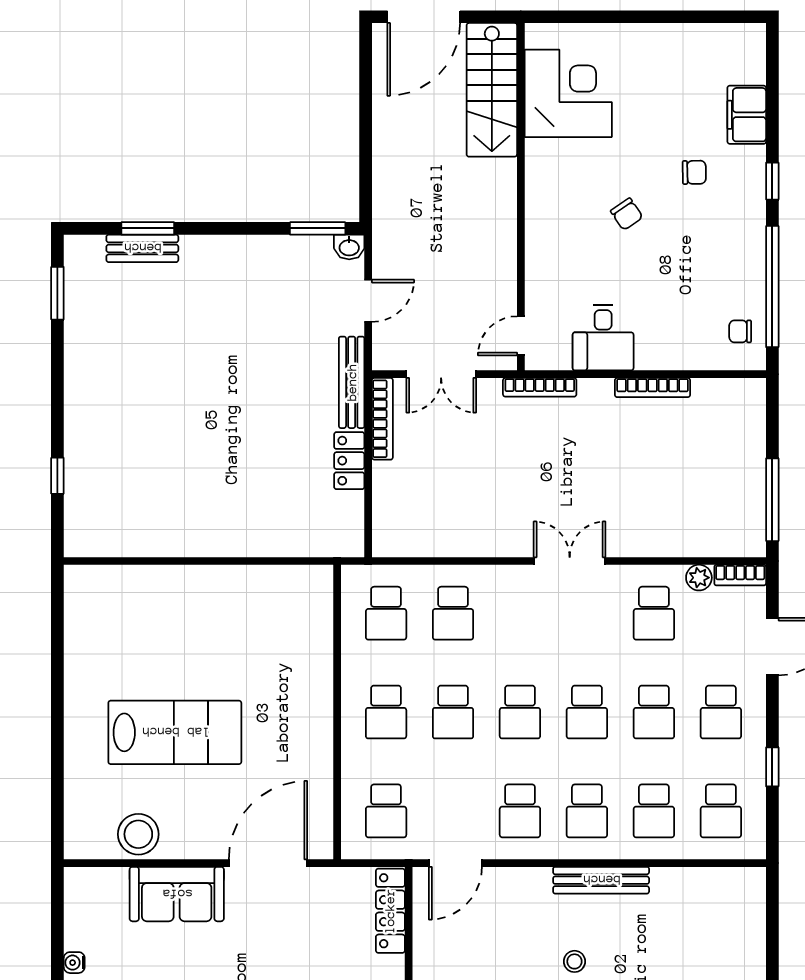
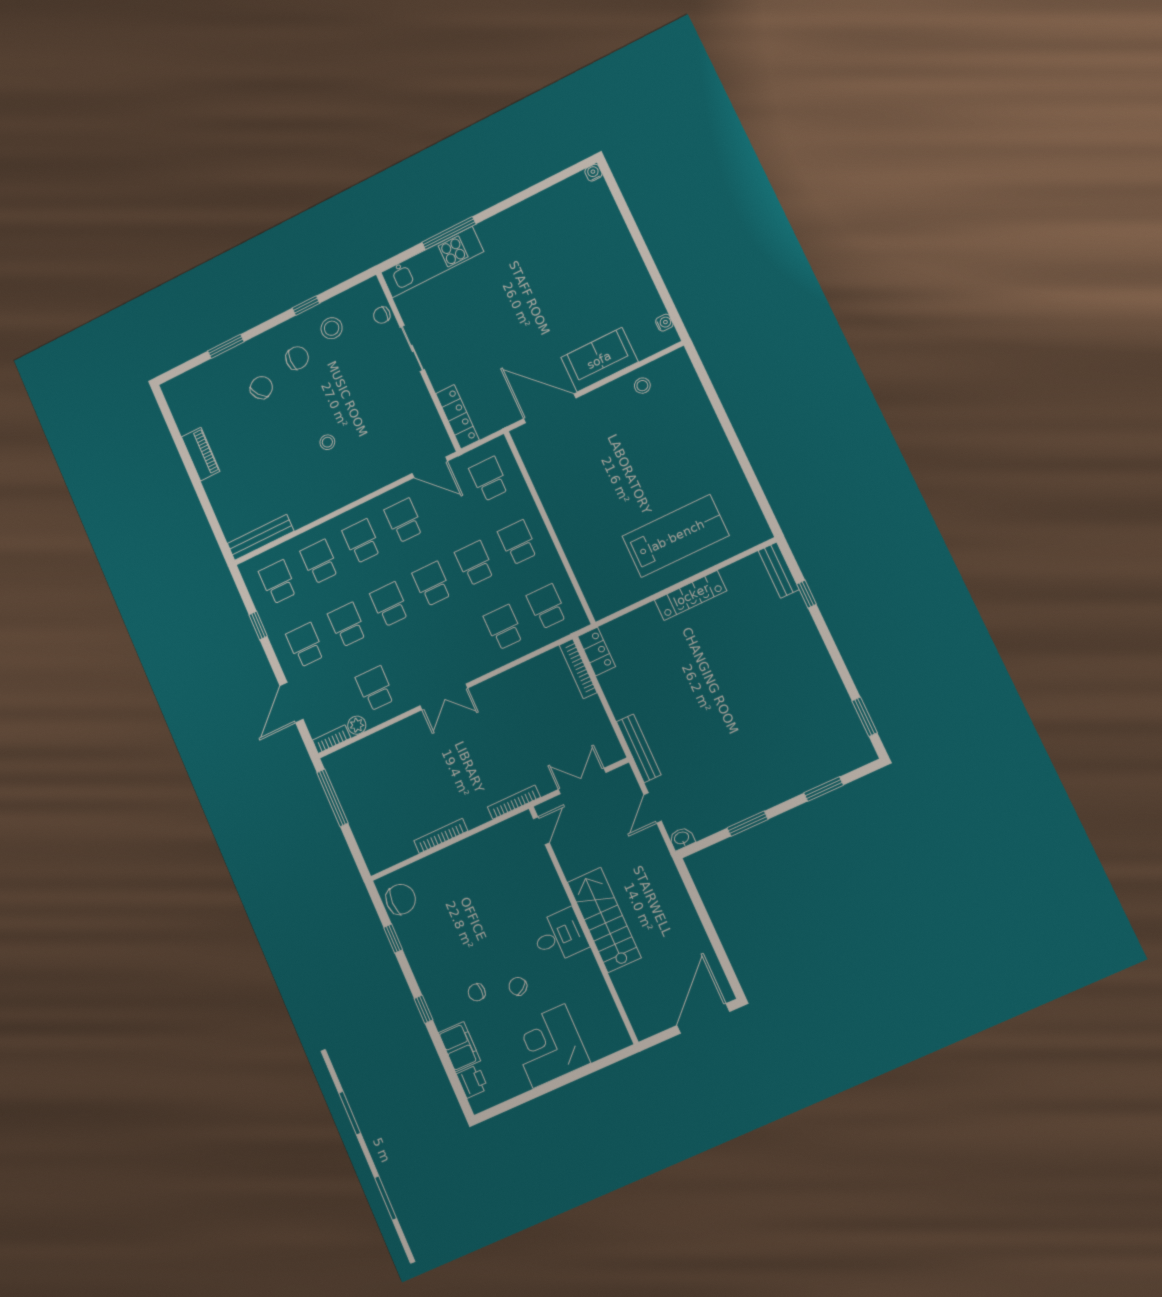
printer: (750, 65) -> (472, 1081), added
stairs: (492, 90) -> (604, 920), moved
corner desk: (568, 93) -> (549, 1046), moved, turned 90
chair: (627, 214) -> (518, 986), moved
window: (318, 228) -> (748, 824), moved
bench: (142, 248) -> (779, 570), moved, turned 90
window: (772, 287) -> (393, 939), width x0.32
chair: (740, 331) -> (401, 899), width x1.87, depth x1.87
desk: (603, 338) -> (559, 936), moved, turned 90
bookcase: (382, 419) -> (578, 669), moved
locker: (349, 461) -> (597, 651), moved
locker: (200, 542) -> (691, 595), added
lab bench: (175, 732) -> (676, 536), moved, turned 180
stool: (138, 834) -> (642, 386), width x0.53, depth x0.53
door: (268, 863) -> (550, 408), swing flipped
door: (455, 863) -> (430, 467), swing flipped
bench: (601, 880) -> (261, 537), moved
water cooler: (74, 963) -> (664, 323), moved

